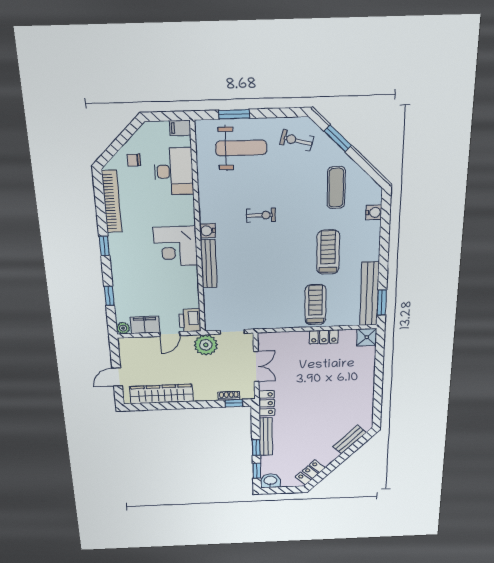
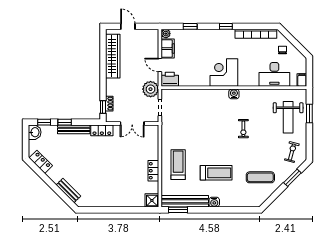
water cooler: (374, 212) -> (214, 202), moved
bench: (209, 264) -> (211, 94), removed
treadmill: (315, 305) -> (178, 165), turned -90

